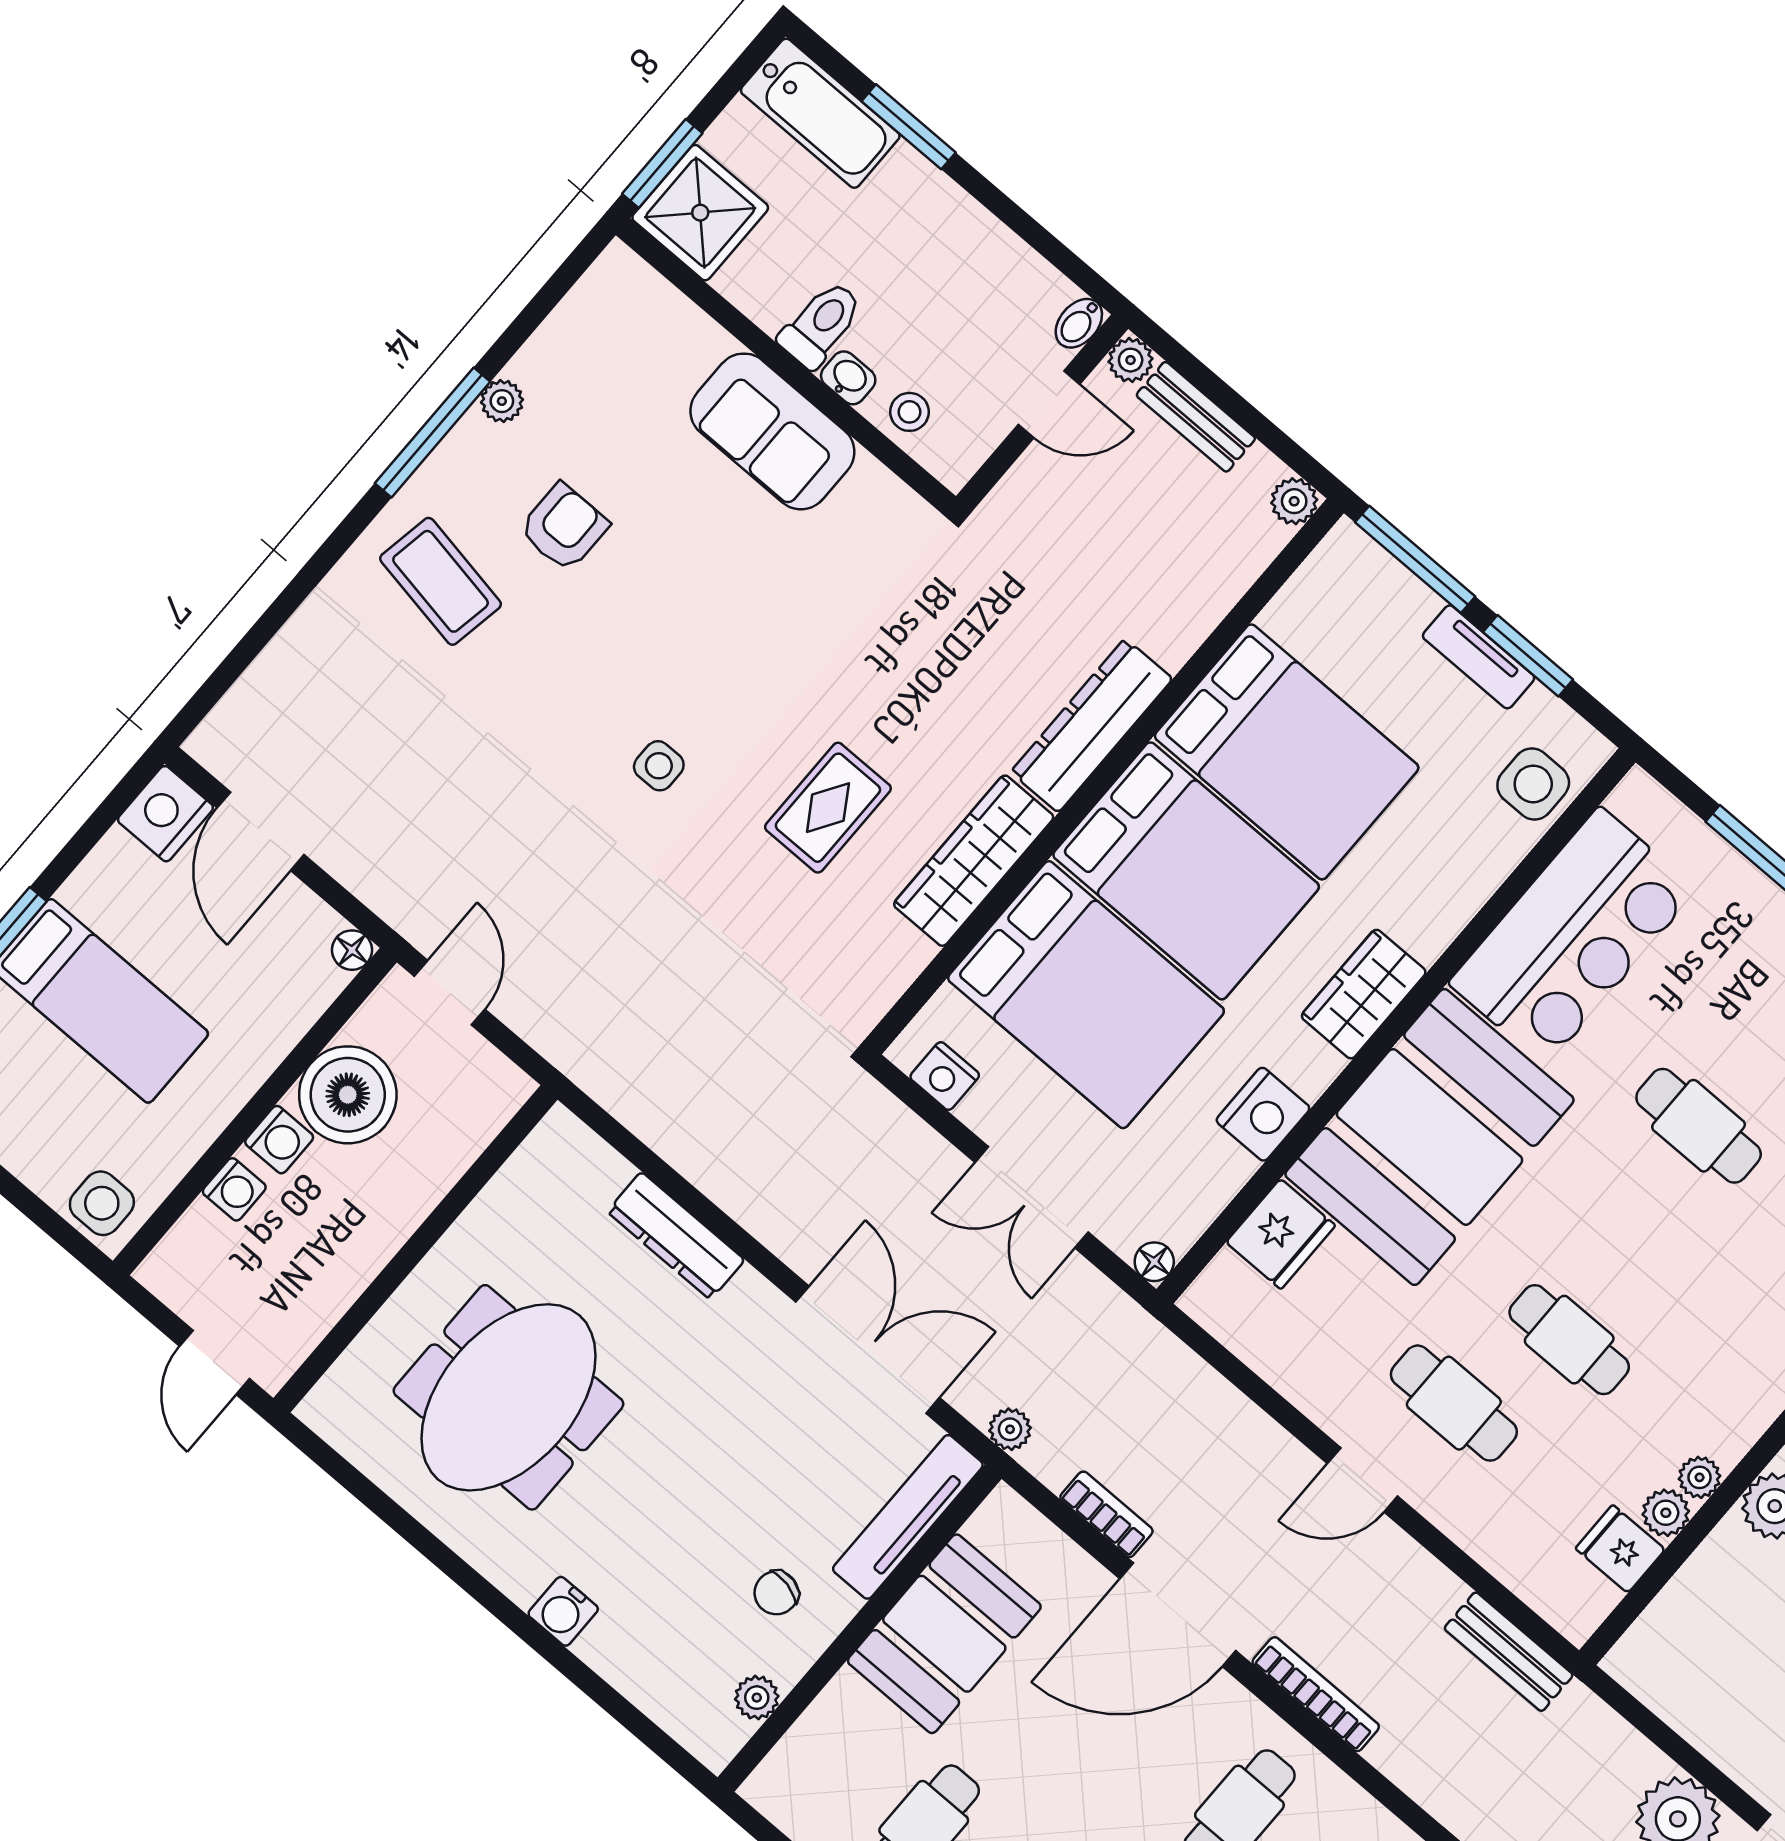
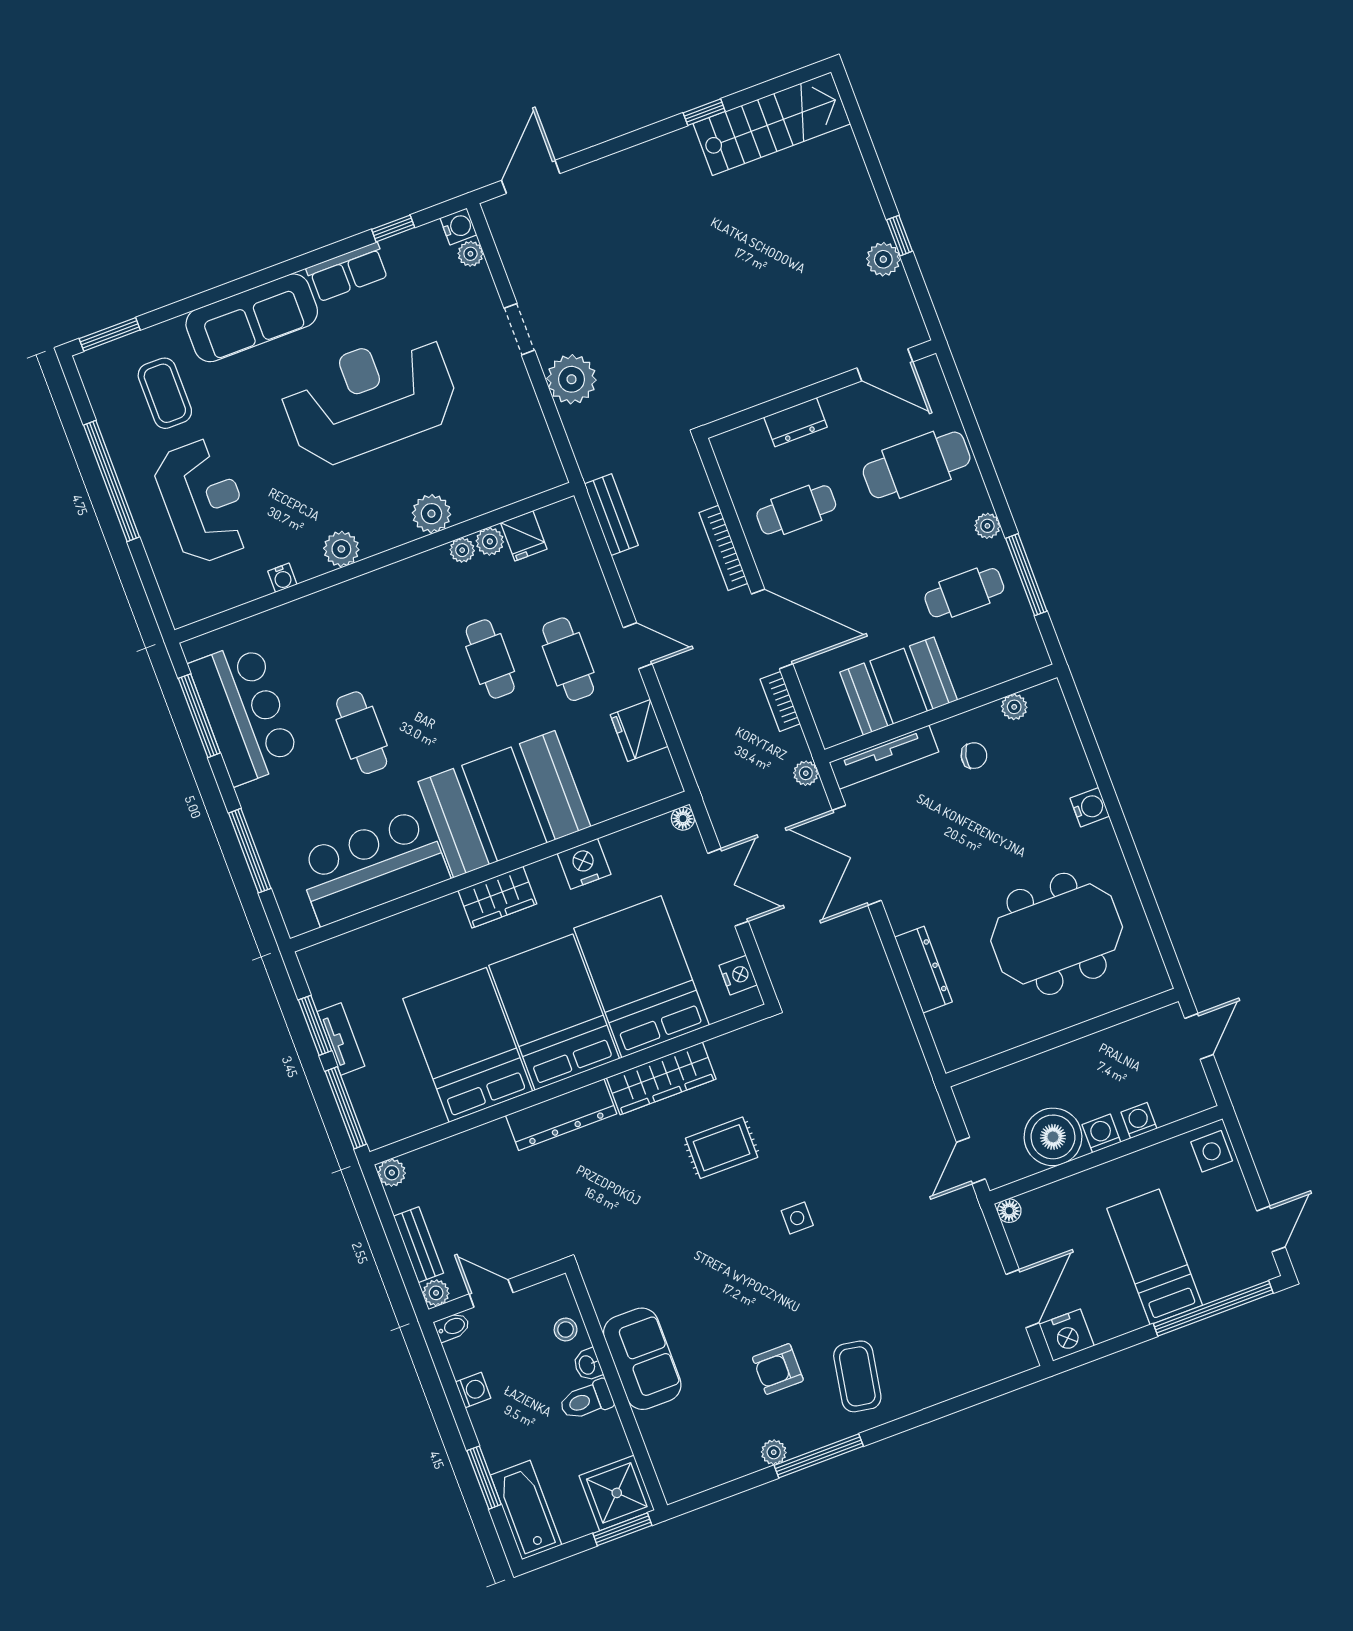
washing machine: (996, 247) -> (473, 1390), added
side table: (1533, 784) -> (349, 957), removed
fridge: (1281, 1234) -> (639, 730), moved, turned -90

